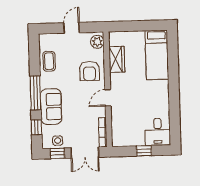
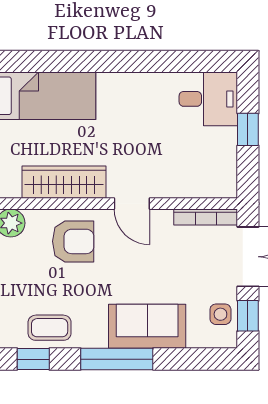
wardrobe: (117, 59) -> (64, 182), width x1.50
window: (36, 127) -> (33, 359), moved

